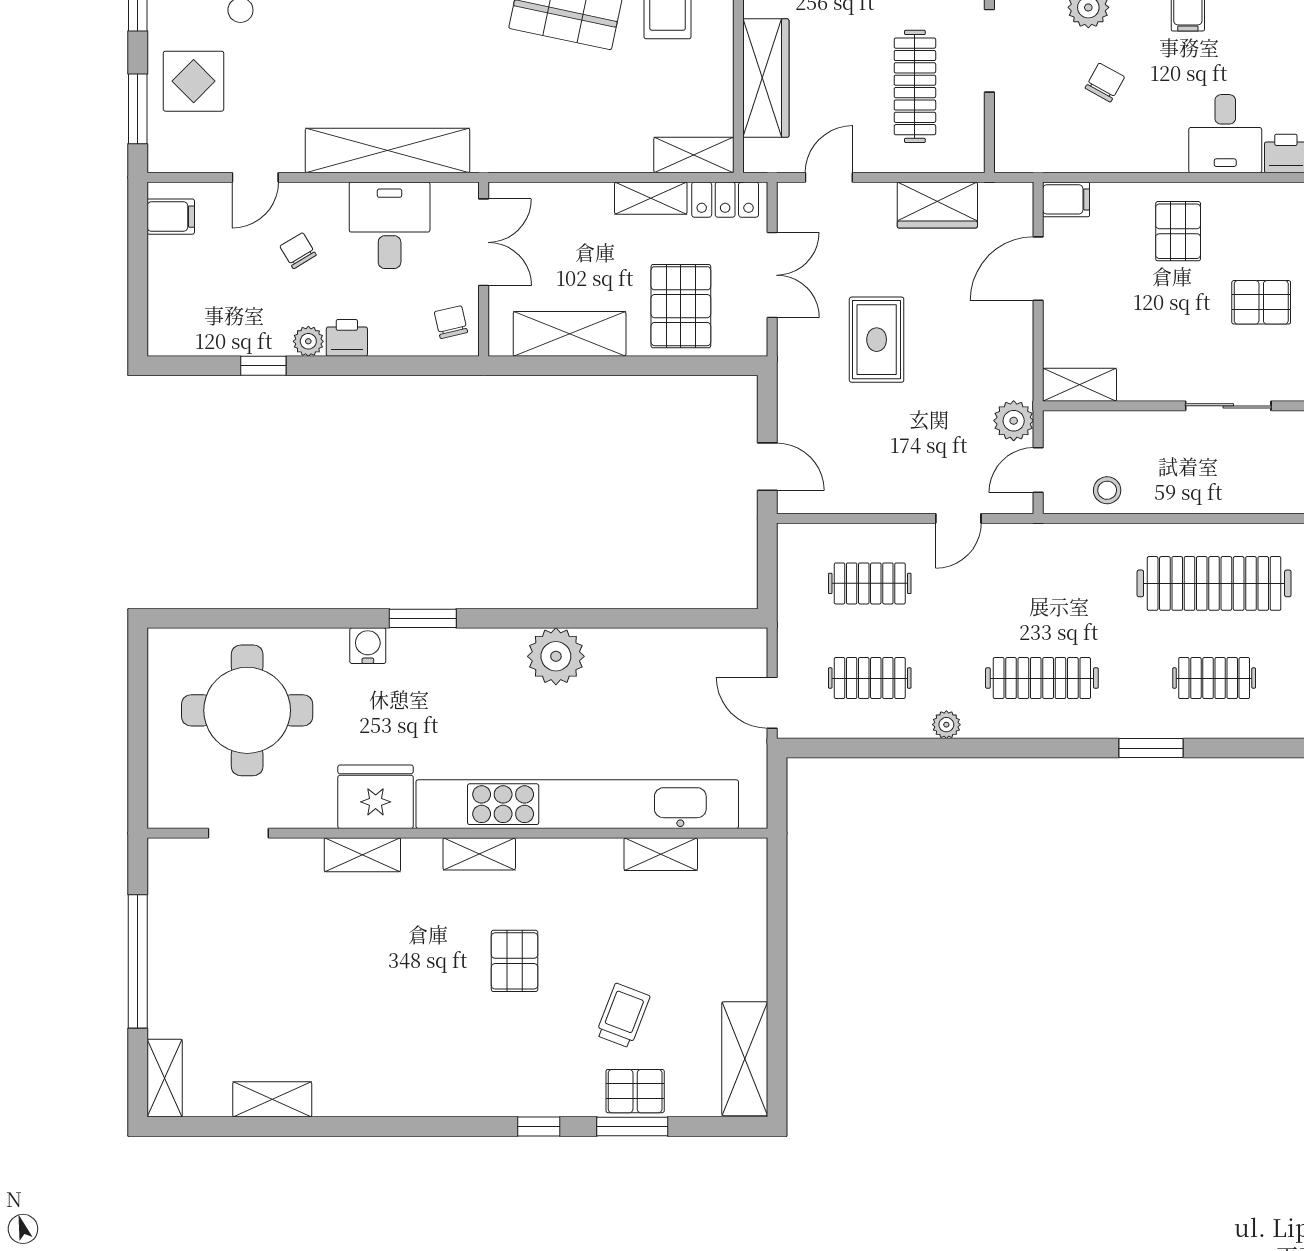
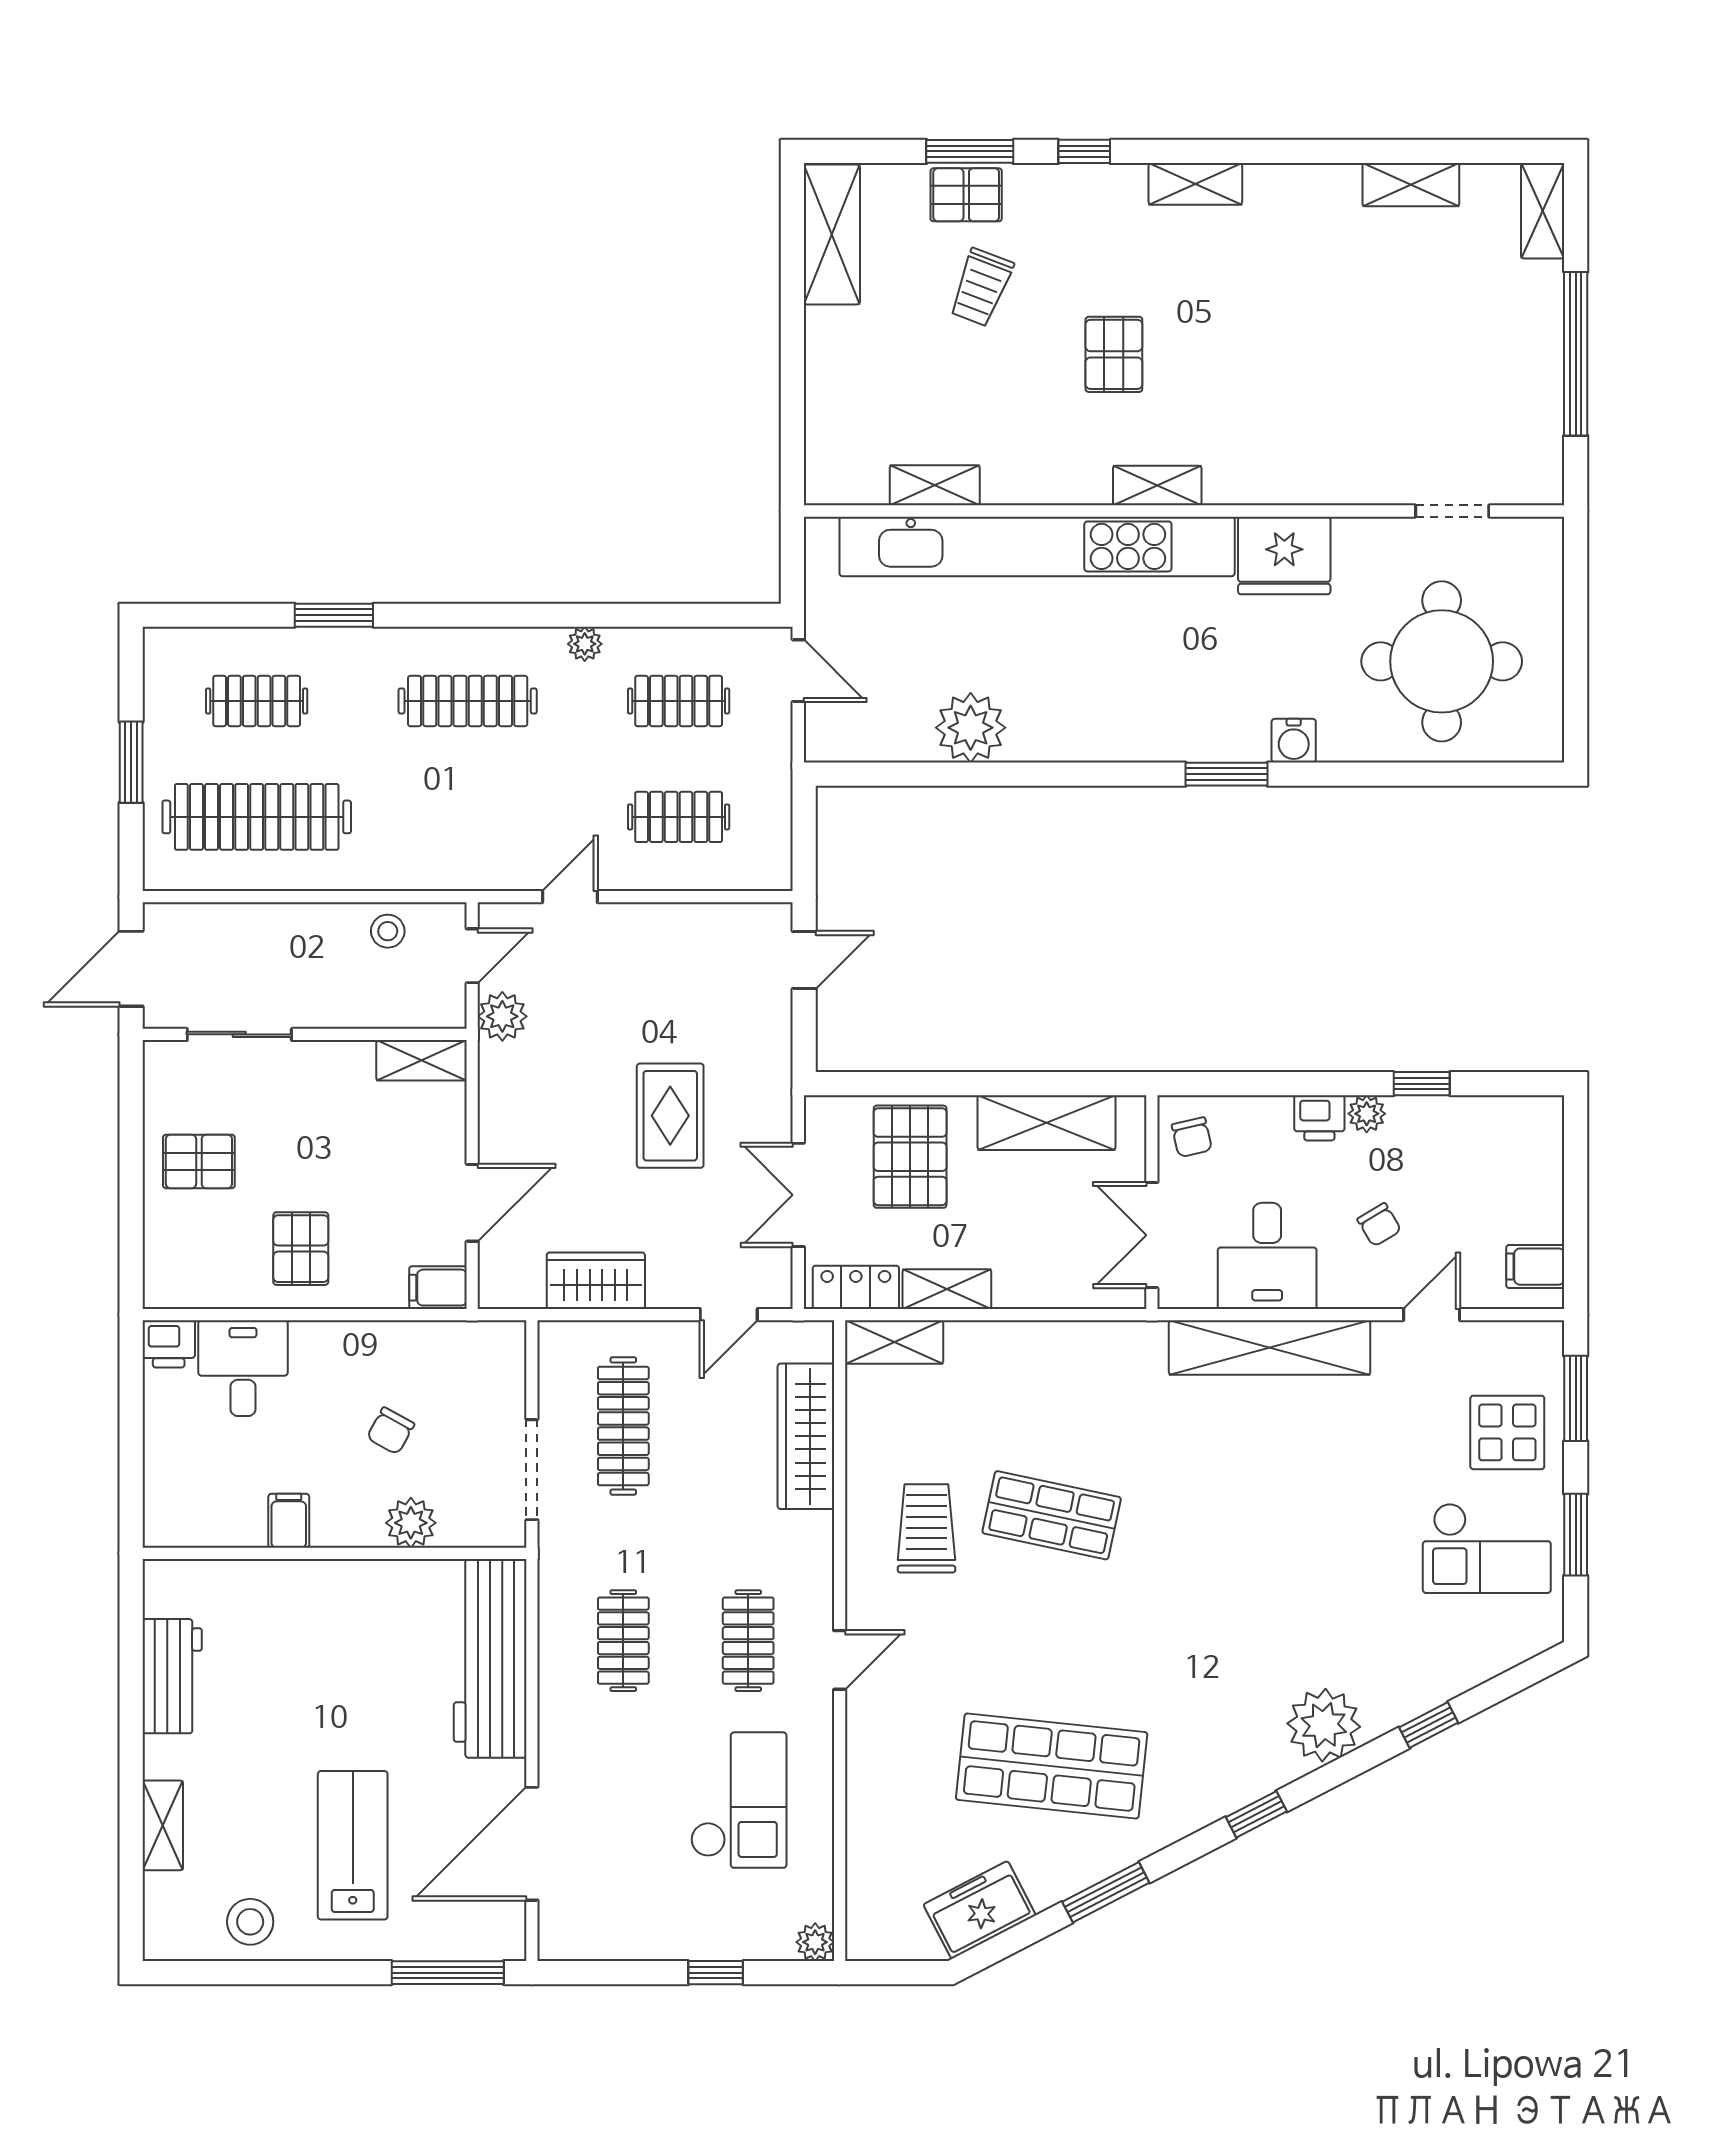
door: (767, 467) -> (804, 960), swing flipped
plant: (556, 656) -> (971, 728), moved
shelving: (362, 855) -> (1195, 184), moved

